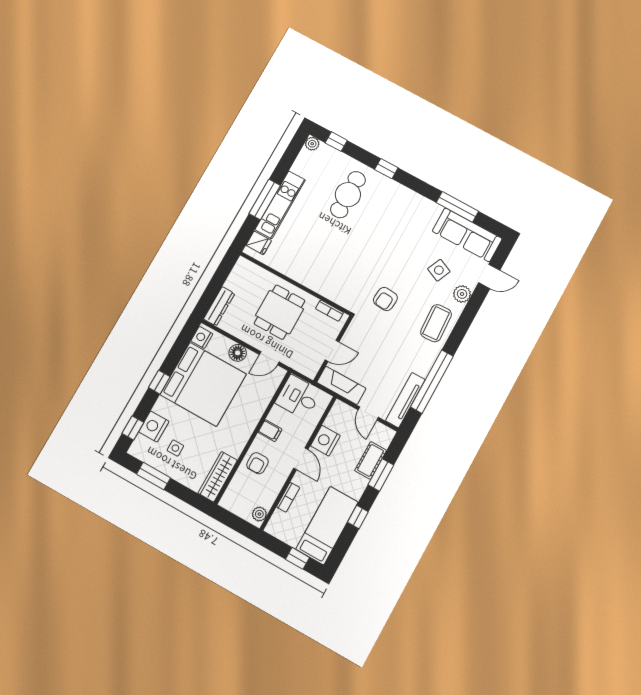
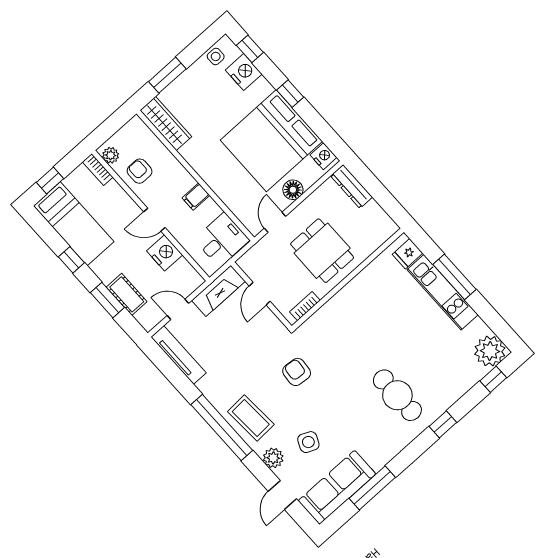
plant: (312, 144) -> (490, 351), width x1.88, depth x1.88
cafe table: (348, 195) -> (397, 395), moved
window: (432, 382) -> (222, 428), moved
side table: (175, 448) -> (216, 56), moved
armchair: (258, 463) -> (140, 171), moved
window: (154, 476) -> (167, 75), moved
bookcase: (288, 497) -> (98, 170), moved

